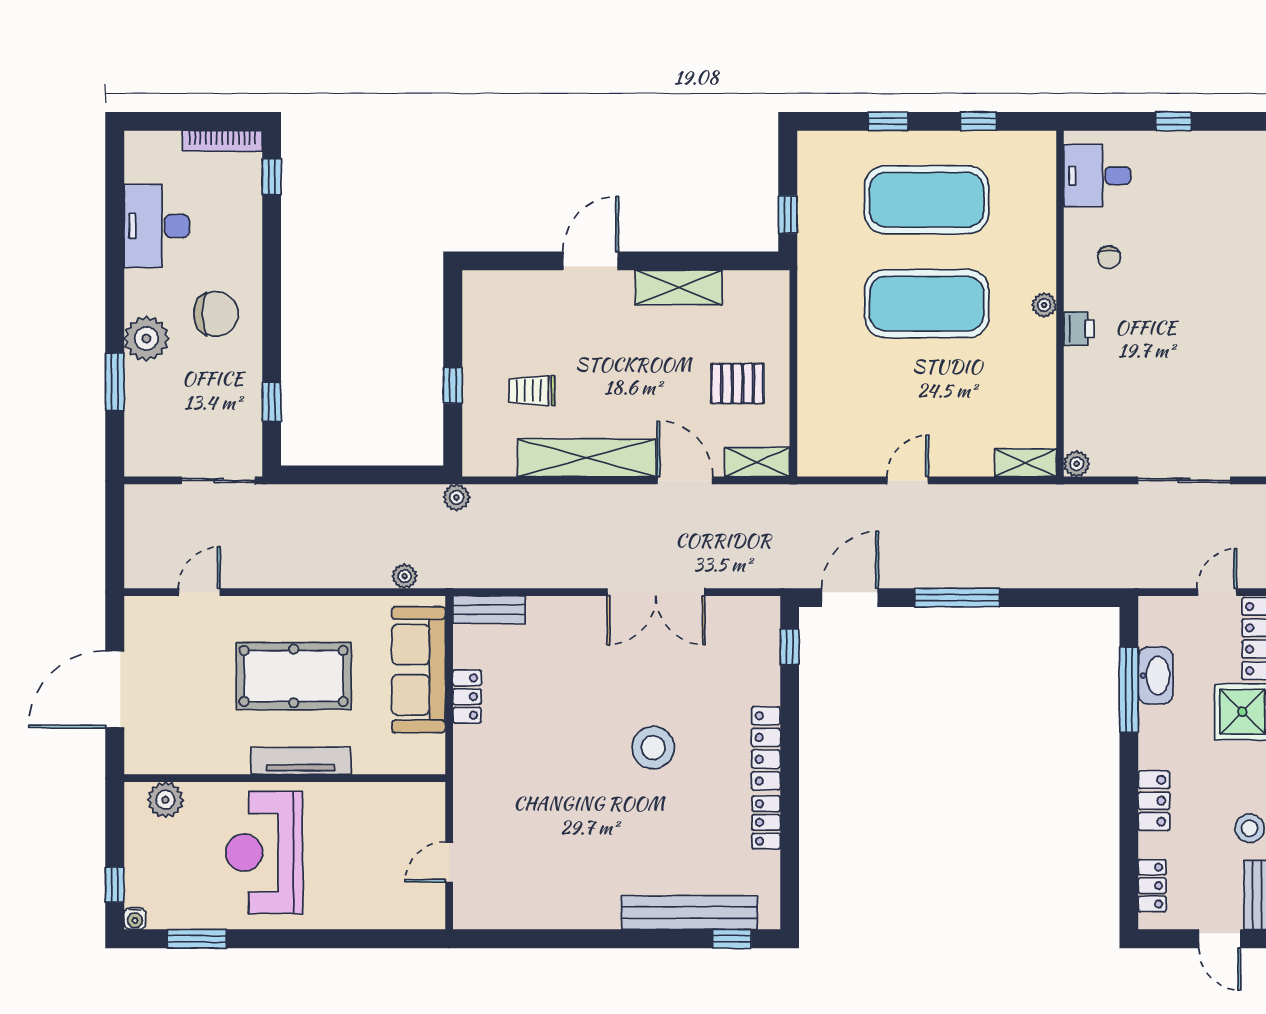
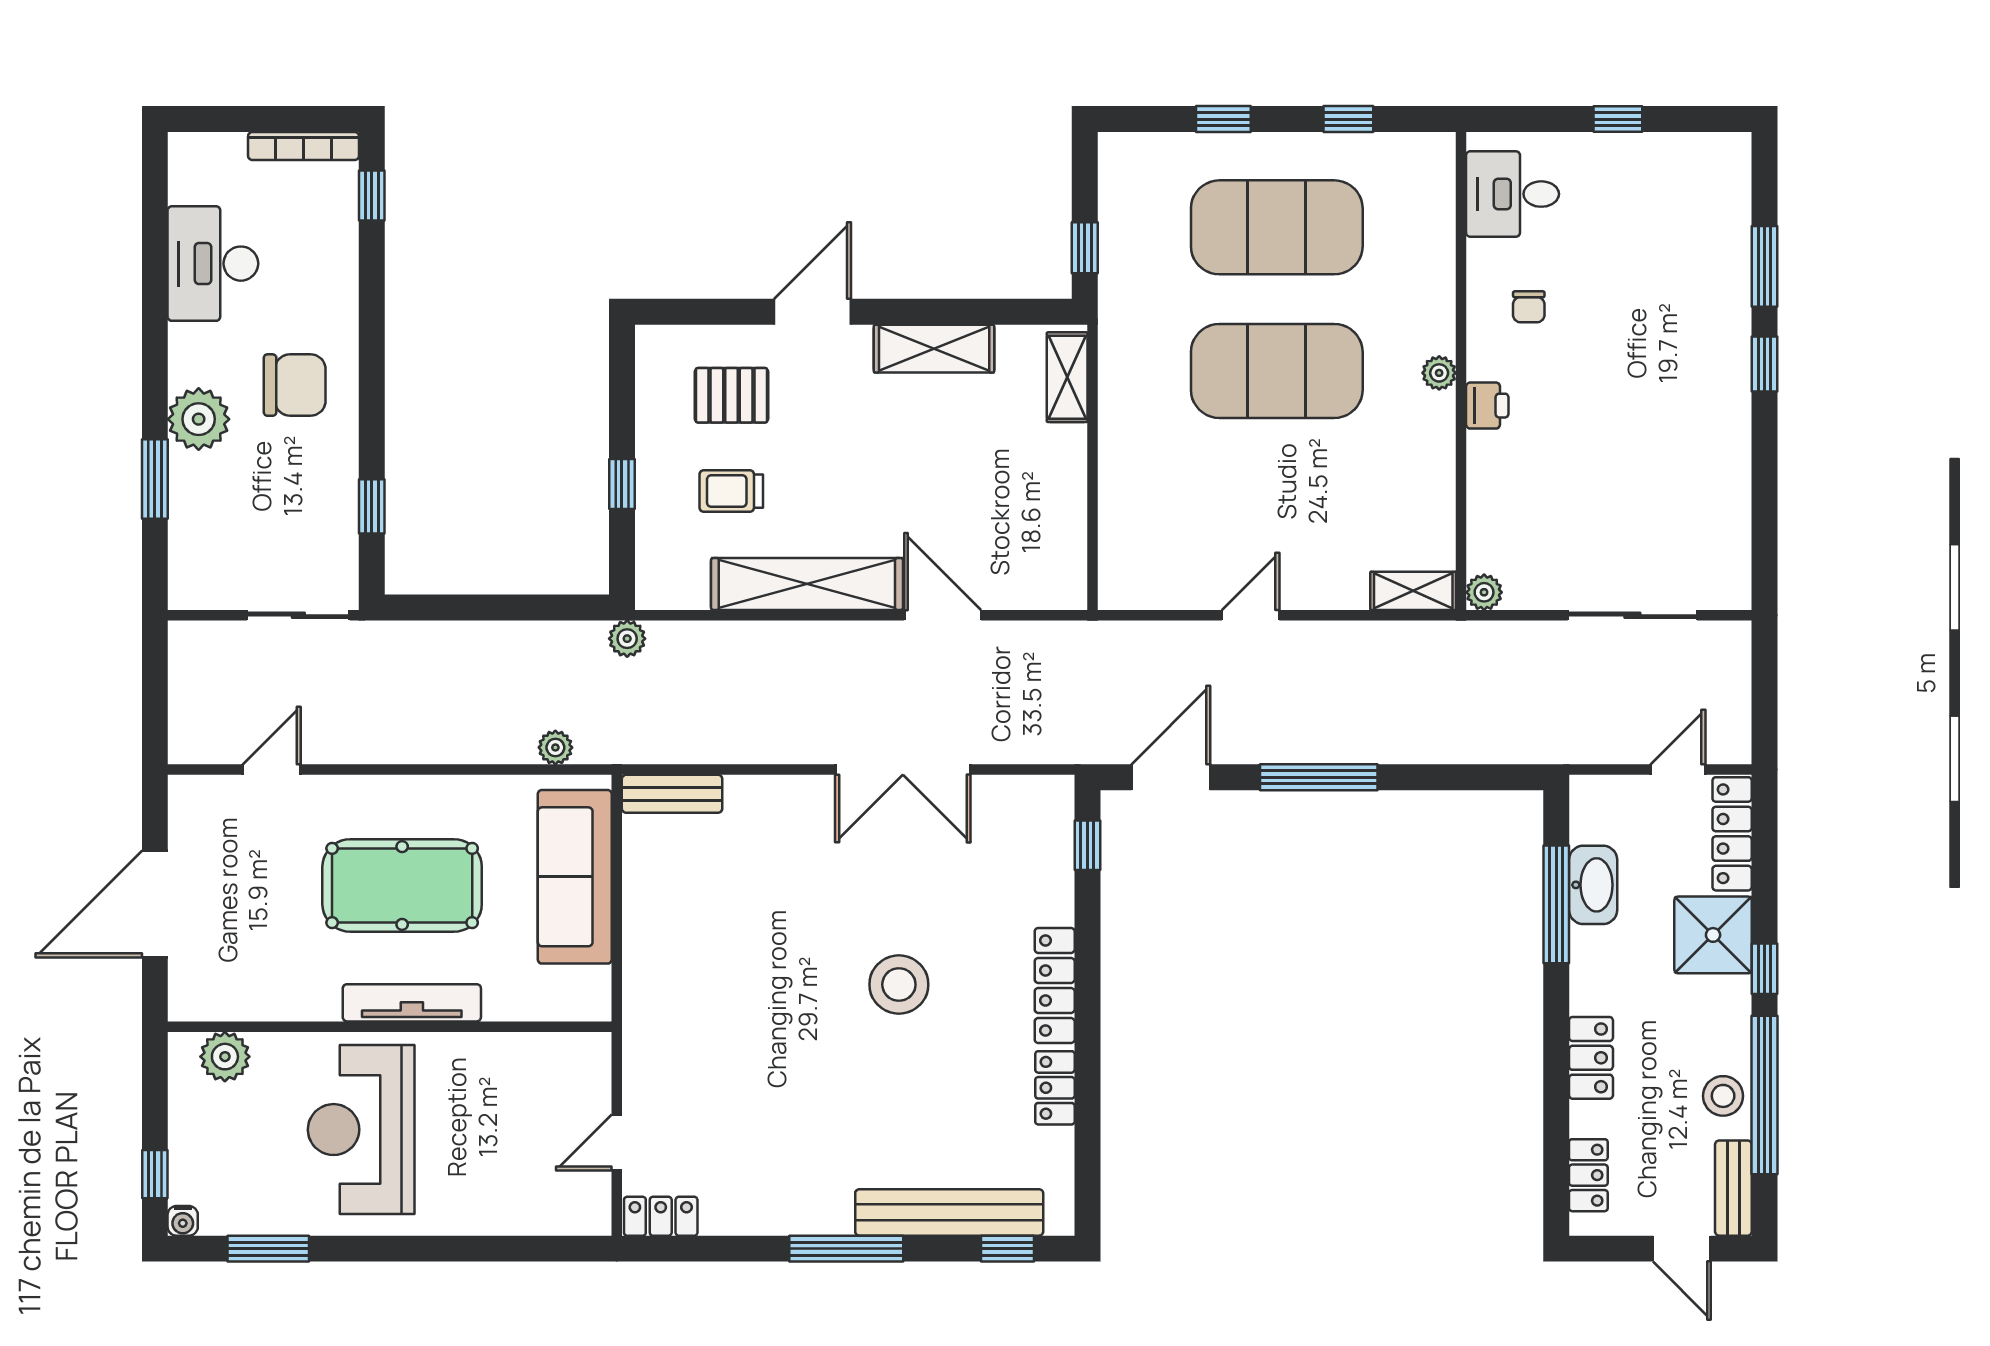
pallet: (737, 383) -> (731, 395), moved
shelving: (757, 462) -> (1067, 377), moved, turned 90
locker: (467, 697) -> (661, 1216), moved, turned -90
window: (615, 939) -> (846, 1249), added

